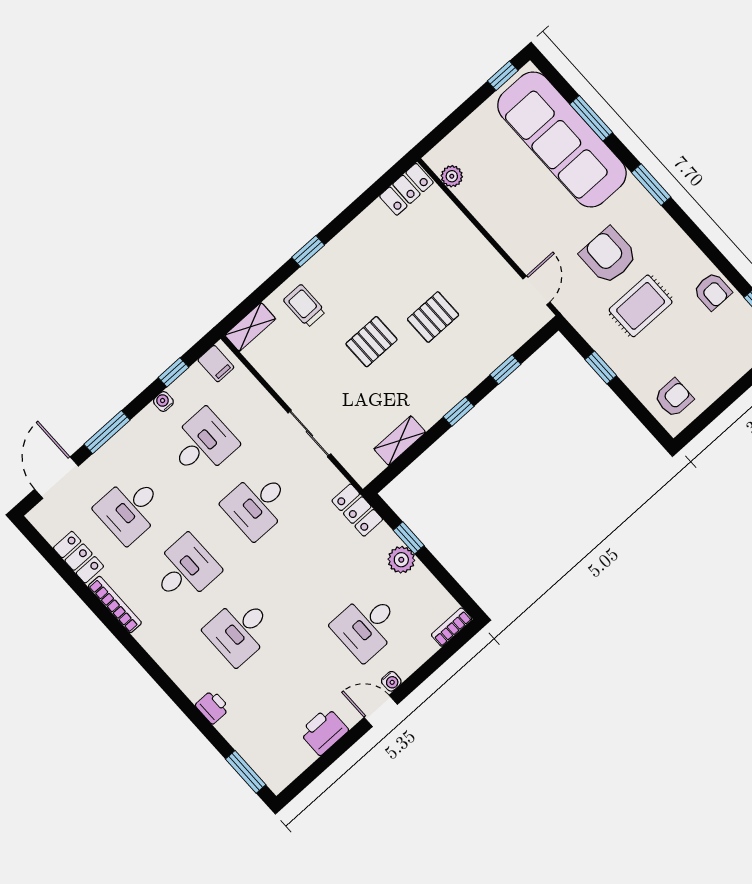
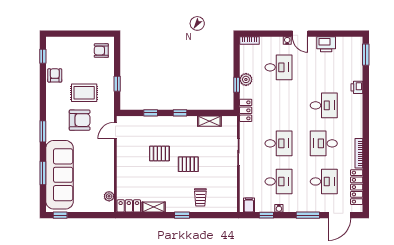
armchair: (609, 256) -> (80, 120), turned -90
shelving: (250, 327) -> (154, 207), moved
desk: (203, 444) -> (278, 181), turned 180
locker: (79, 557) -> (357, 187), width x1.53

